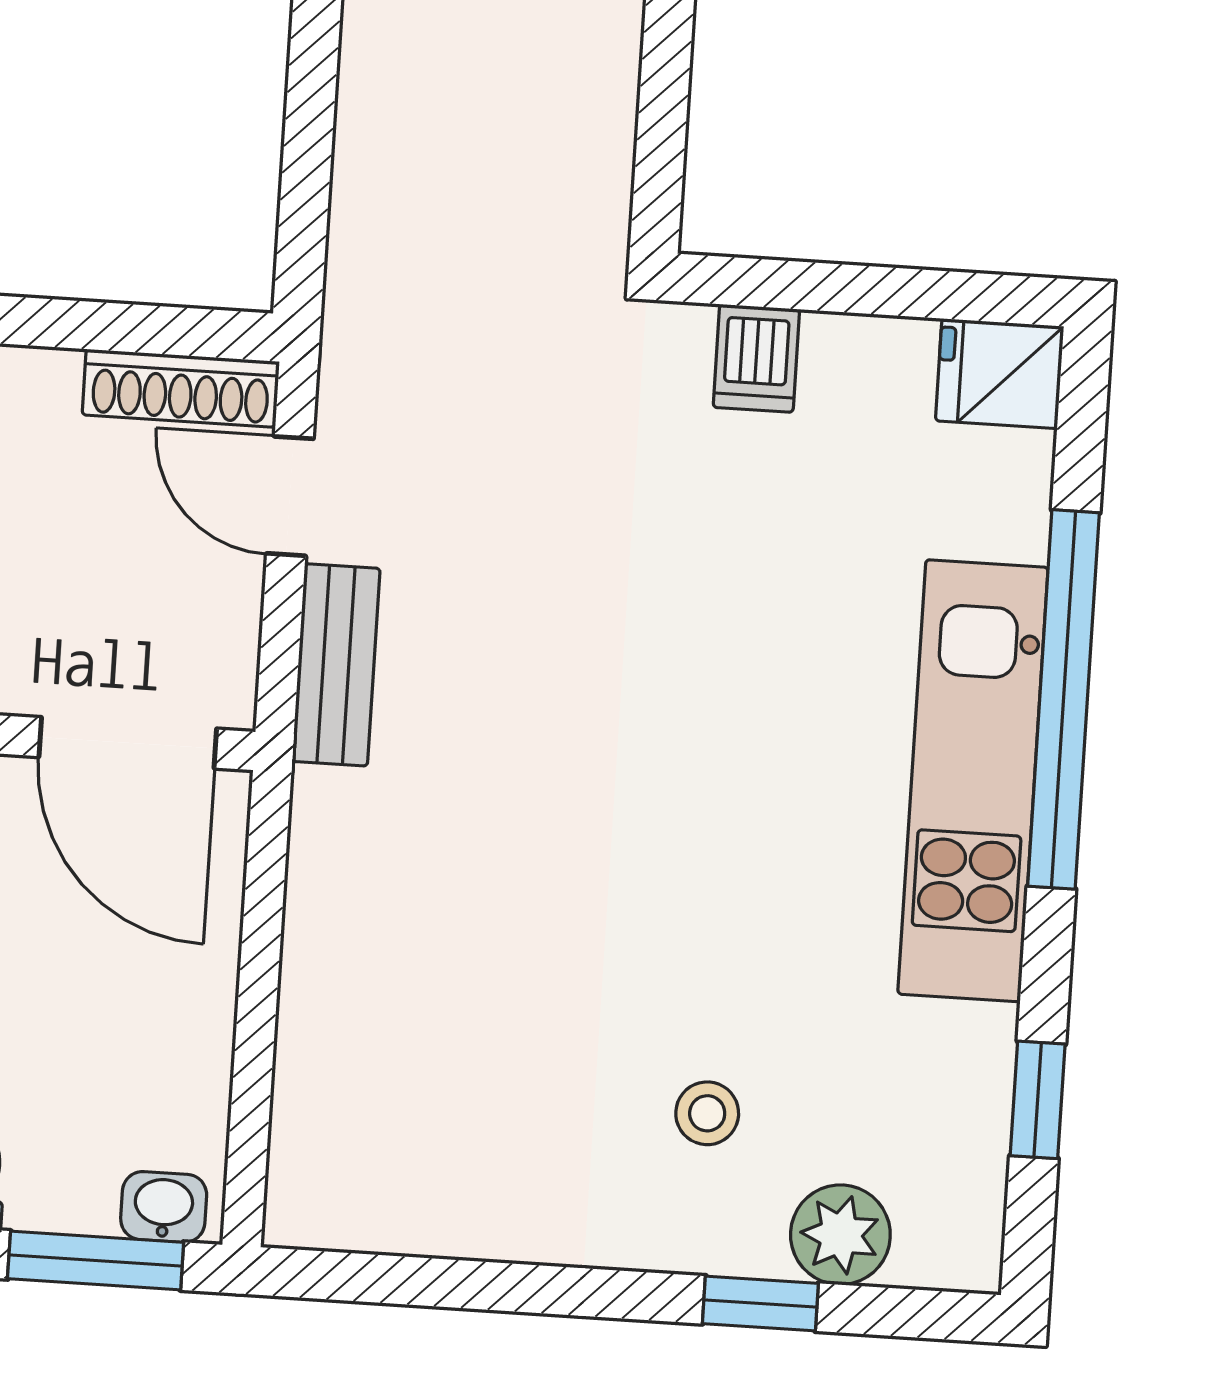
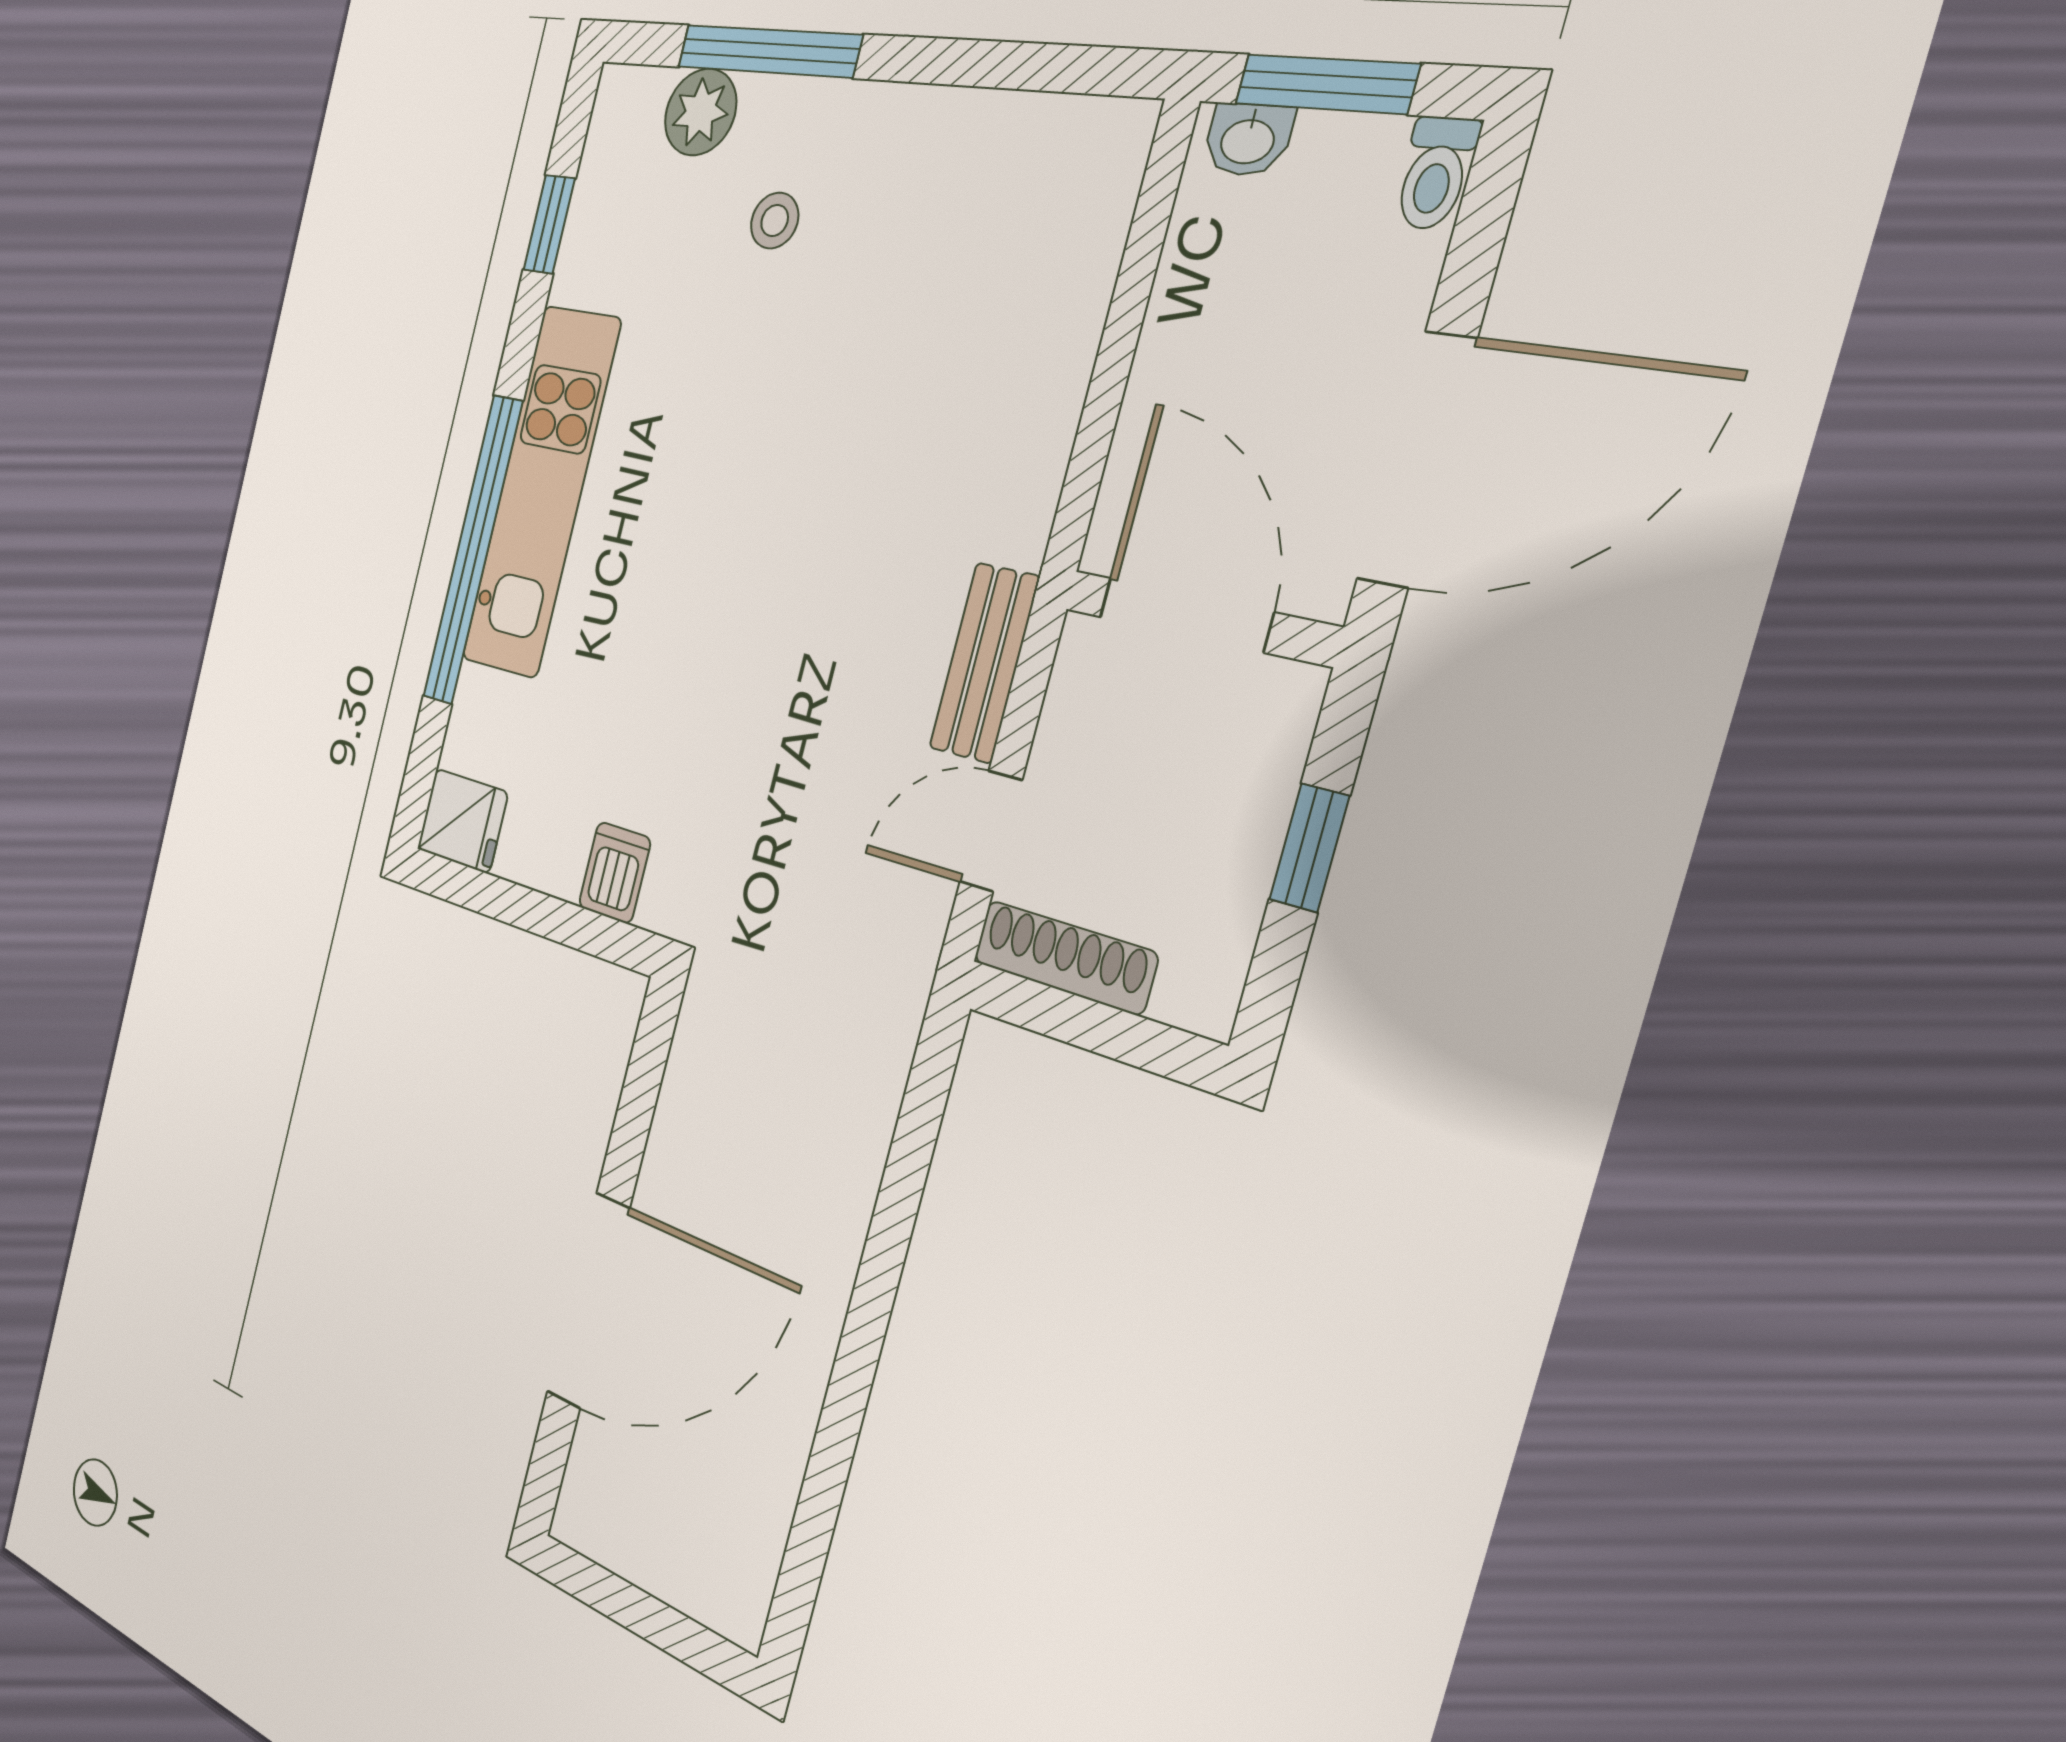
door: (290, 496) -> (991, 831), swing flipped
window: (760, 1303) -> (768, 51), width x2.17

